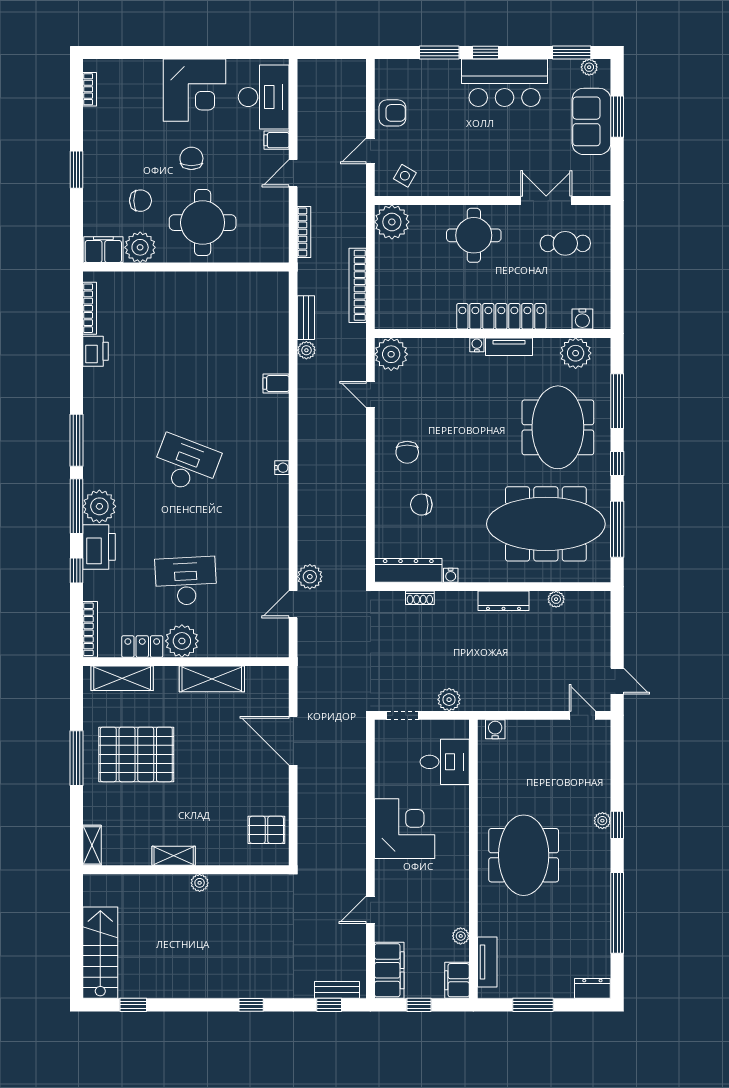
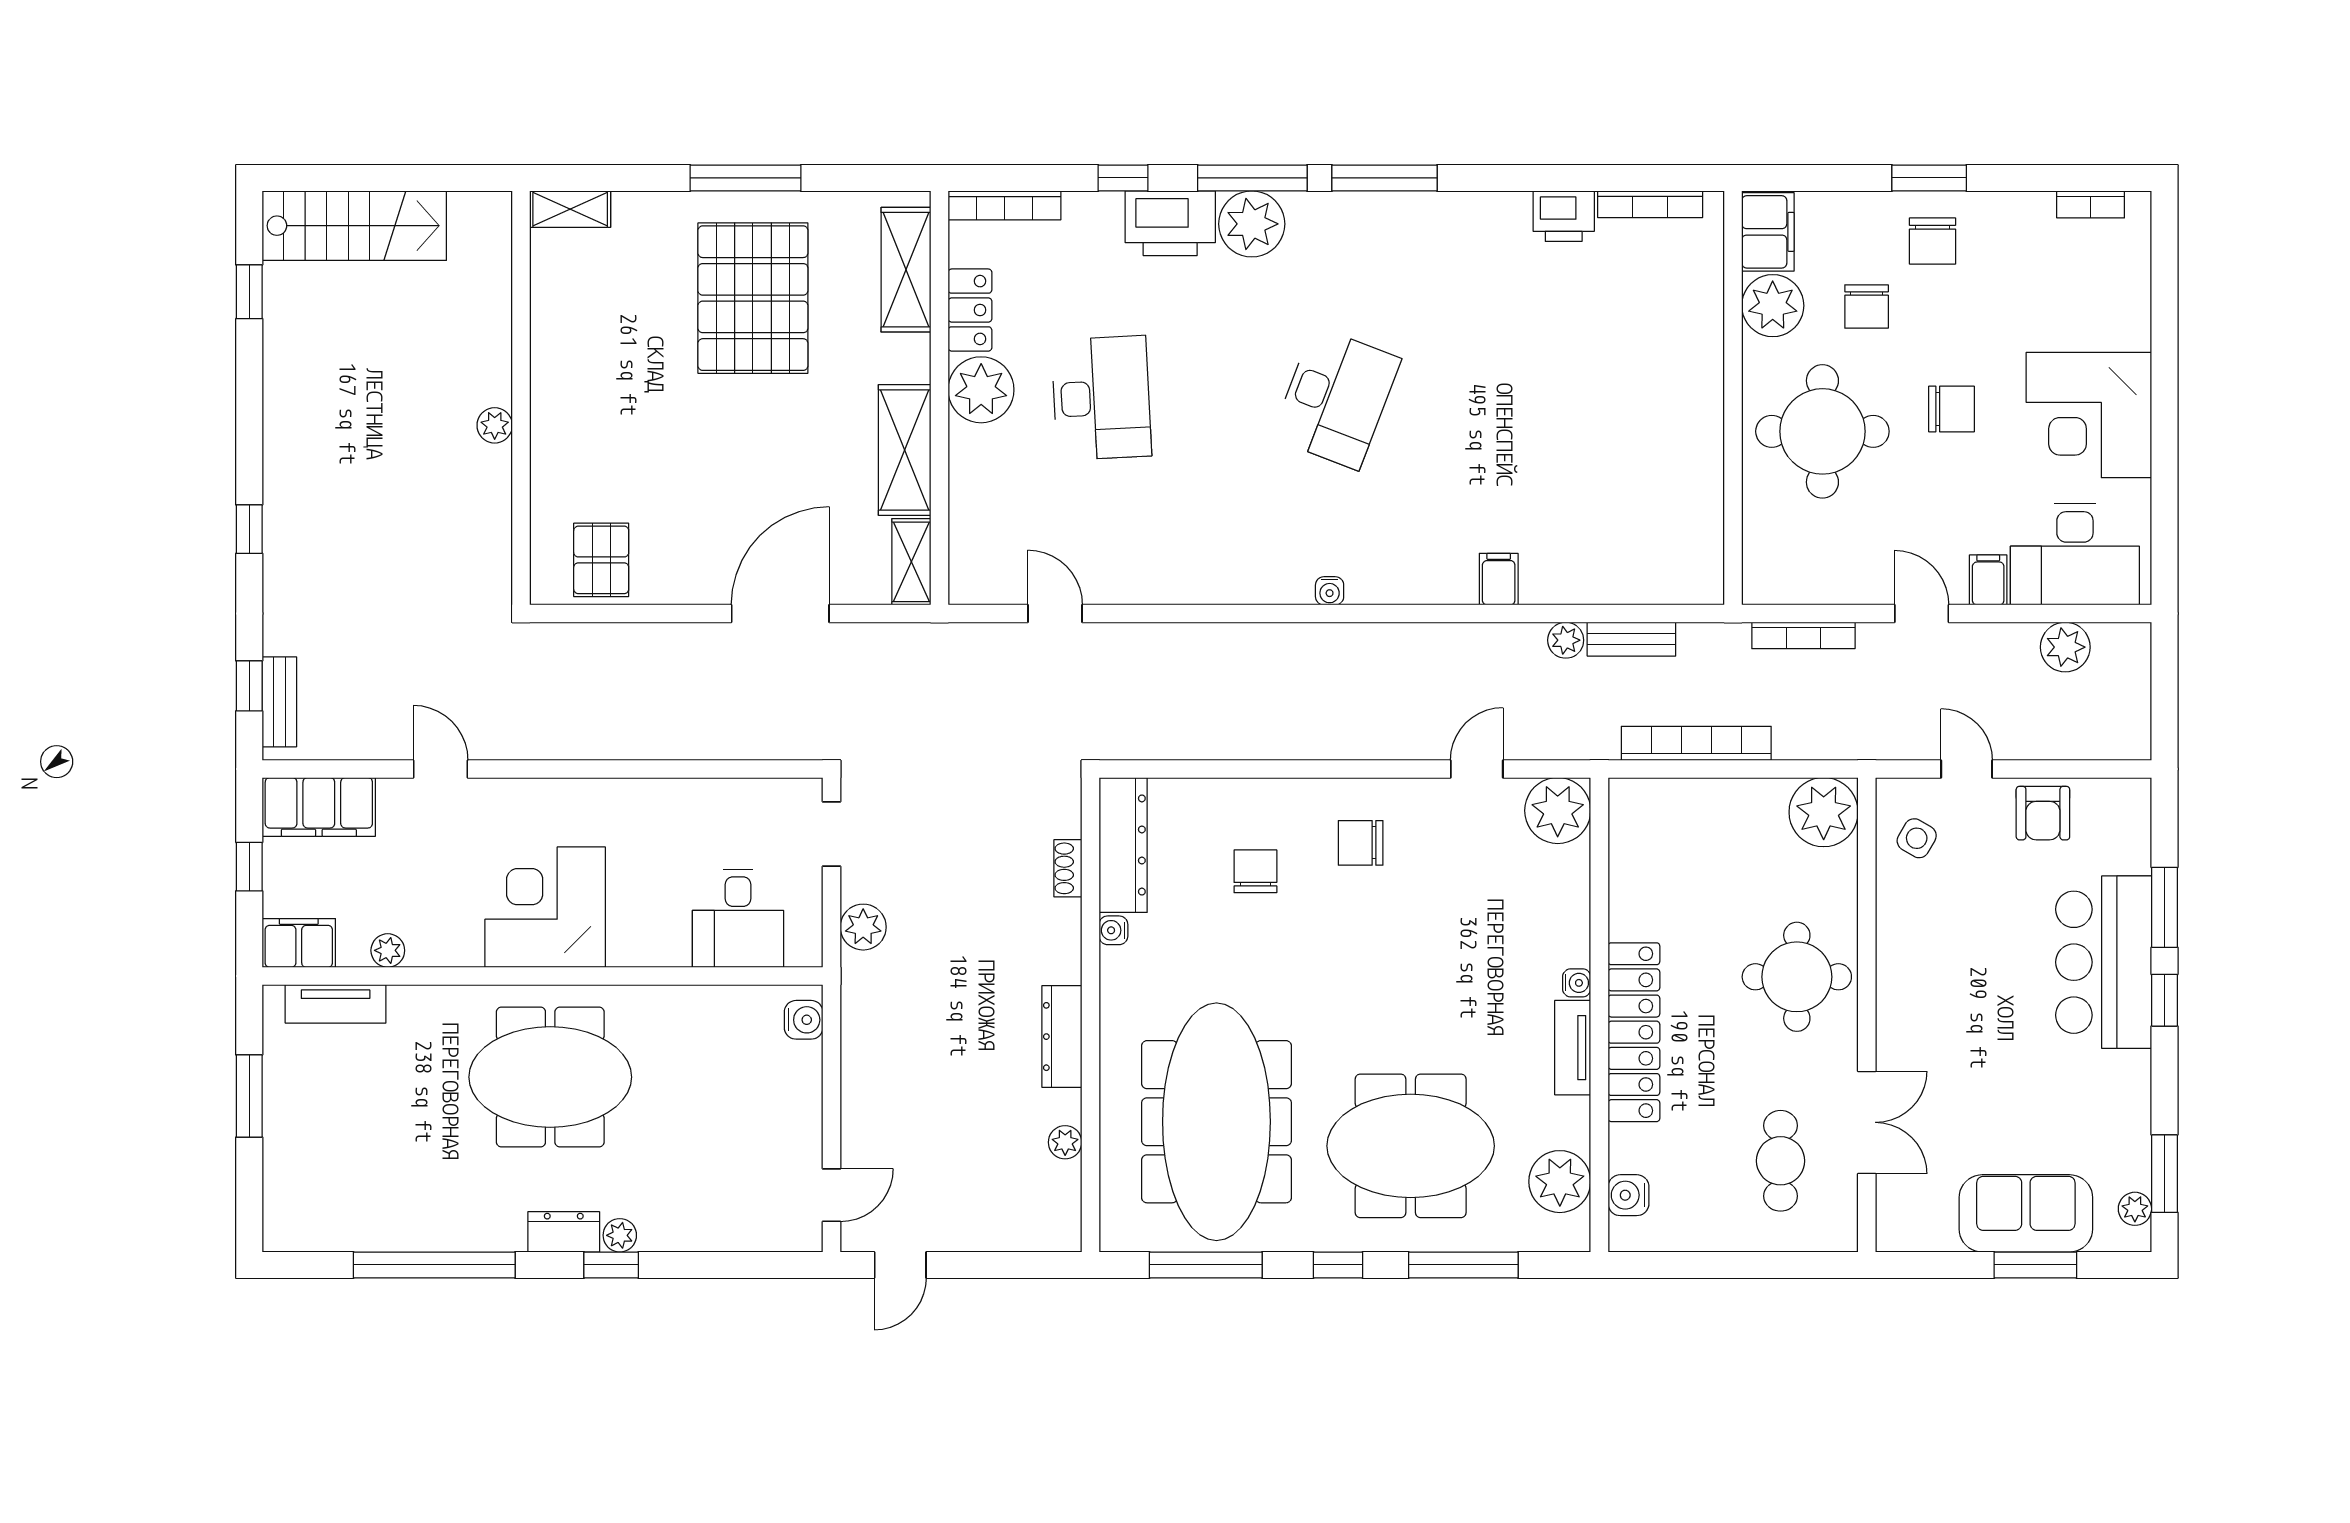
bar counter: (505, 83) -> (2104, 962), moved
chair: (108, 168) -> (1933, 241), added
plant: (310, 577) -> (2065, 647), moved
corner desk: (405, 829) -> (545, 907), moved, turned 180
shelving: (174, 856) -> (911, 562), moved
dresser: (592, 988) -> (564, 1232), moved, turned -90

